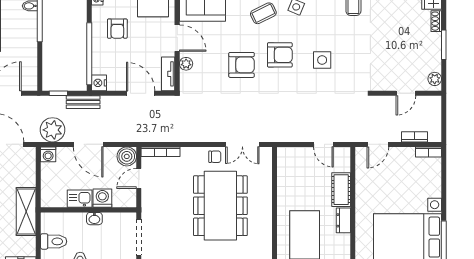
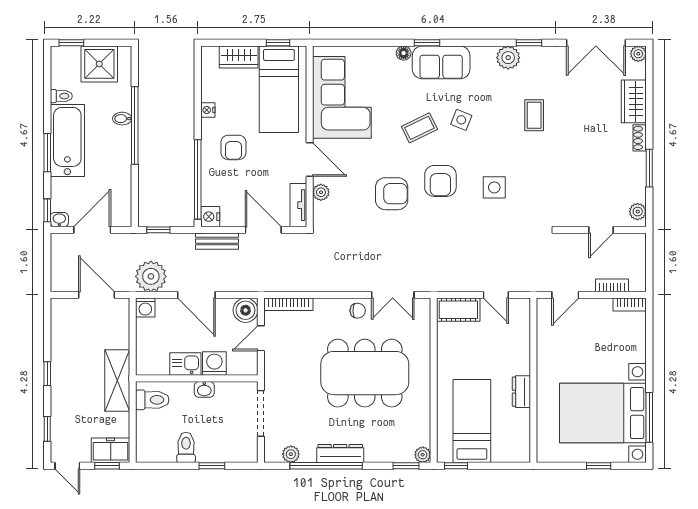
armchair: (280, 55) -> (440, 181), turned 90
bench: (83, 102) -> (217, 241), moved
cot: (341, 190) -> (458, 310), moved, turned 90
dining table: (220, 206) -> (365, 373), turned 90
toilet: (54, 241) -> (152, 400), moved

